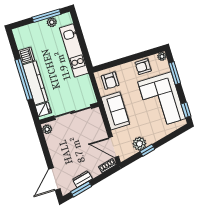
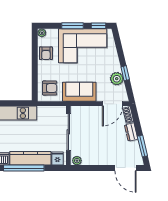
window: (175, 73) -> (72, 26), moved
dresser: (82, 179) -> (131, 132), moved

